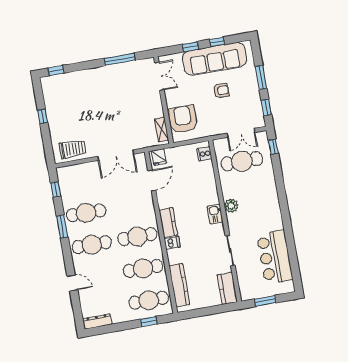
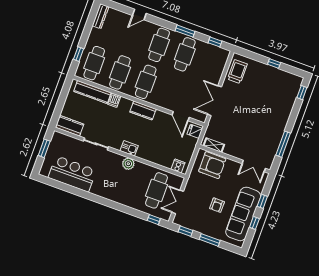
trolley: (73, 149) -> (237, 72), turned 180
dishwasher: (172, 243) -> (114, 100), moved

